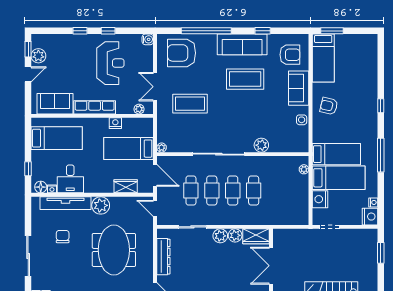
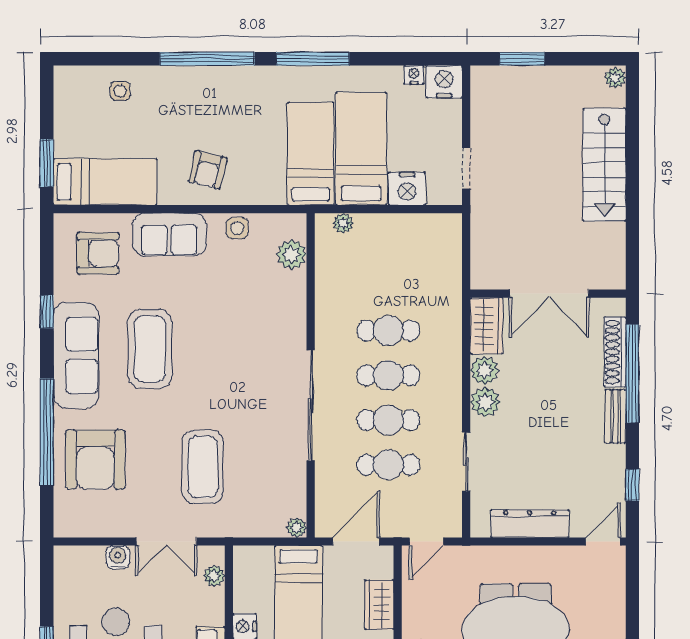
water cooler: (148, 39) -> (118, 557), moved
armchair: (182, 53) -> (95, 460), moved
armchair: (290, 55) -> (98, 253), turned 90
side table: (366, 65) -> (120, 91), added
window: (381, 106) -> (207, 59), width x3.17
plant: (261, 145) -> (291, 255), moved

